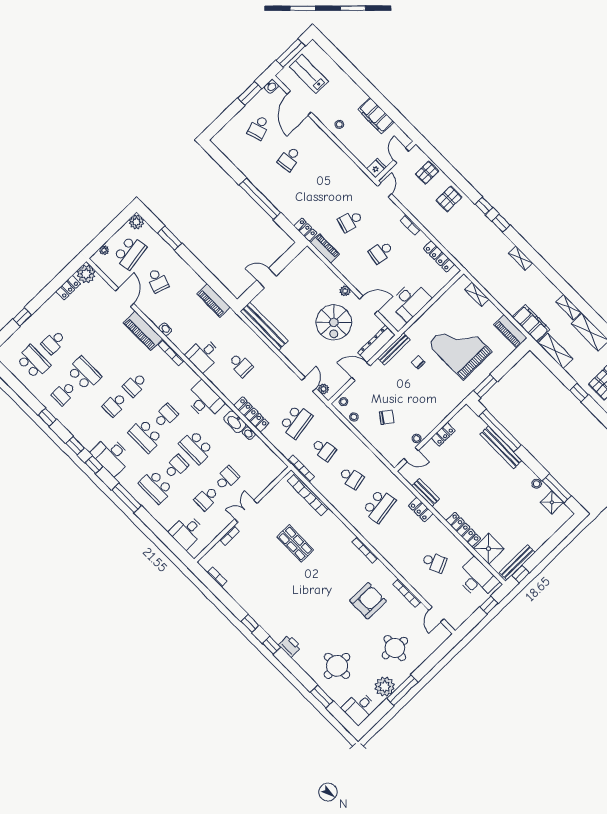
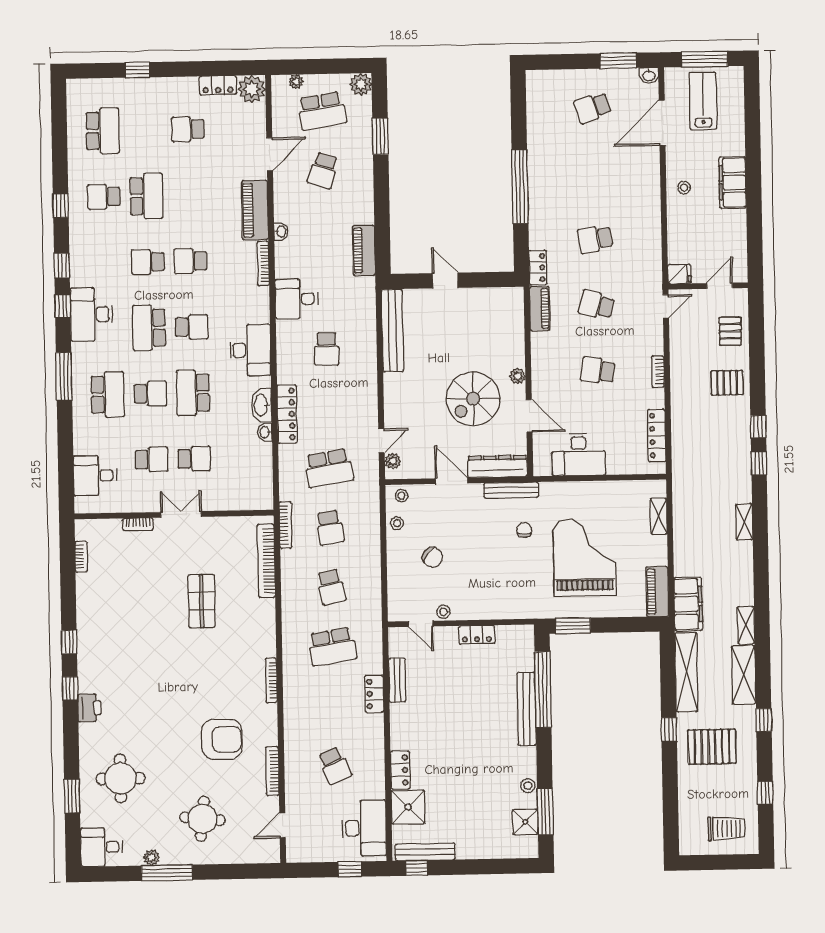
filing cabinet: (376, 116) -> (733, 182), moved
school desk: (289, 159) -> (595, 239), moved
pallet: (427, 173) -> (730, 331), turned 90
school desk: (53, 342) -> (188, 129), moved
shelving: (555, 351) -> (686, 672), width x1.47
school desk: (156, 487) -> (108, 394), turned 180
school desk: (207, 498) -> (152, 460), turned 180
locker: (463, 530) -> (400, 770), width x0.66
plant: (385, 687) -> (151, 857), width x0.53, depth x0.53

